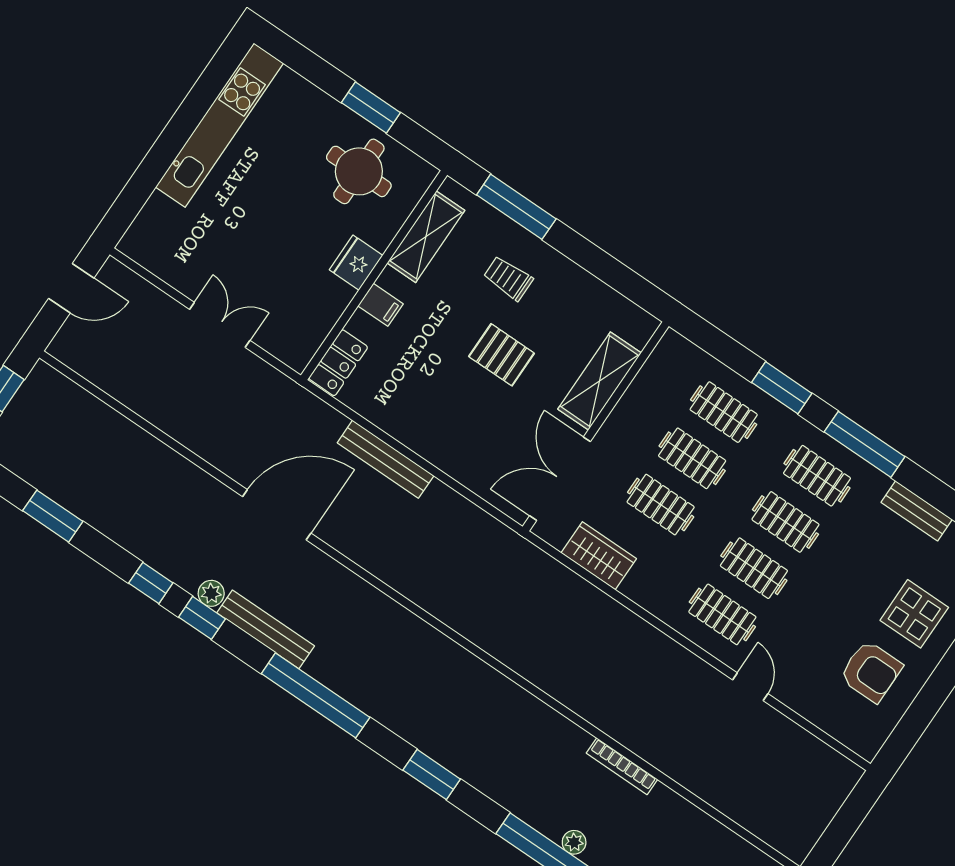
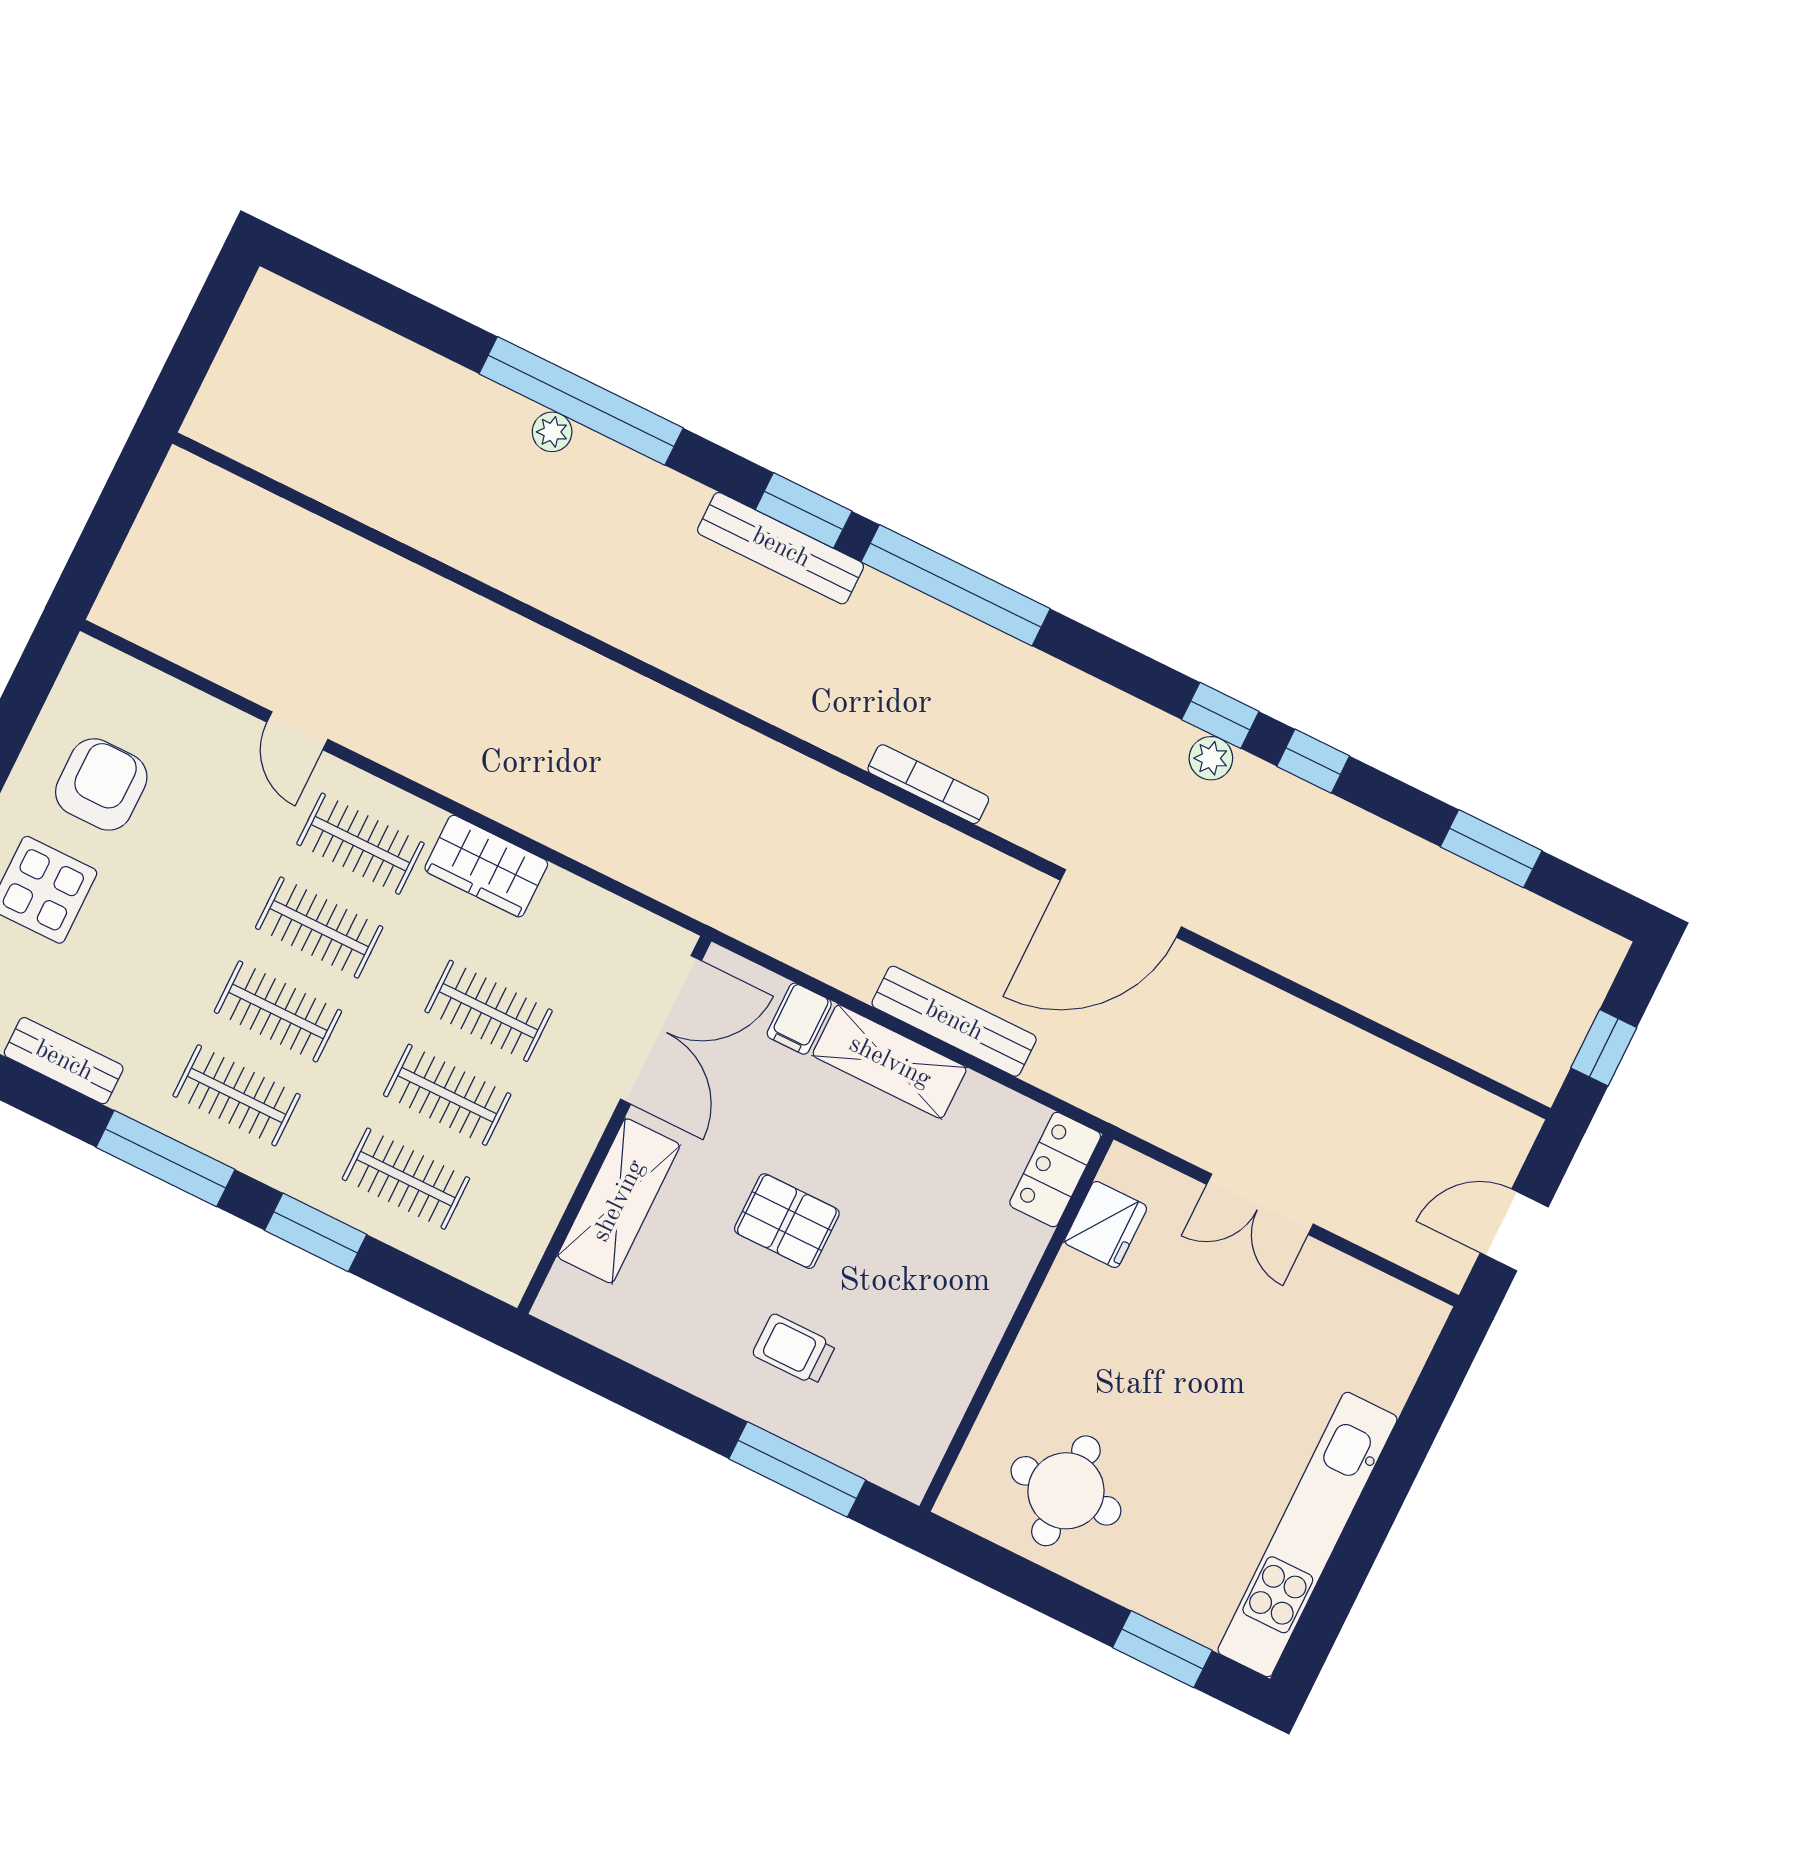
window: (371, 108) -> (1162, 1649), moved
shelving: (426, 237) -> (890, 1062), moved, turned 90
fridge: (356, 263) -> (1106, 1224), moved
trolley: (508, 278) -> (794, 1349), turned 180
filing cabinet: (380, 305) -> (799, 1019), moved, turned -90
wardrobe: (599, 556) -> (486, 866), moved
bench: (266, 629) -> (781, 548), moved
armchair: (871, 671) -> (101, 784), turned 90
window: (316, 695) -> (956, 585), moved
bookcase: (622, 766) -> (928, 784), moved

